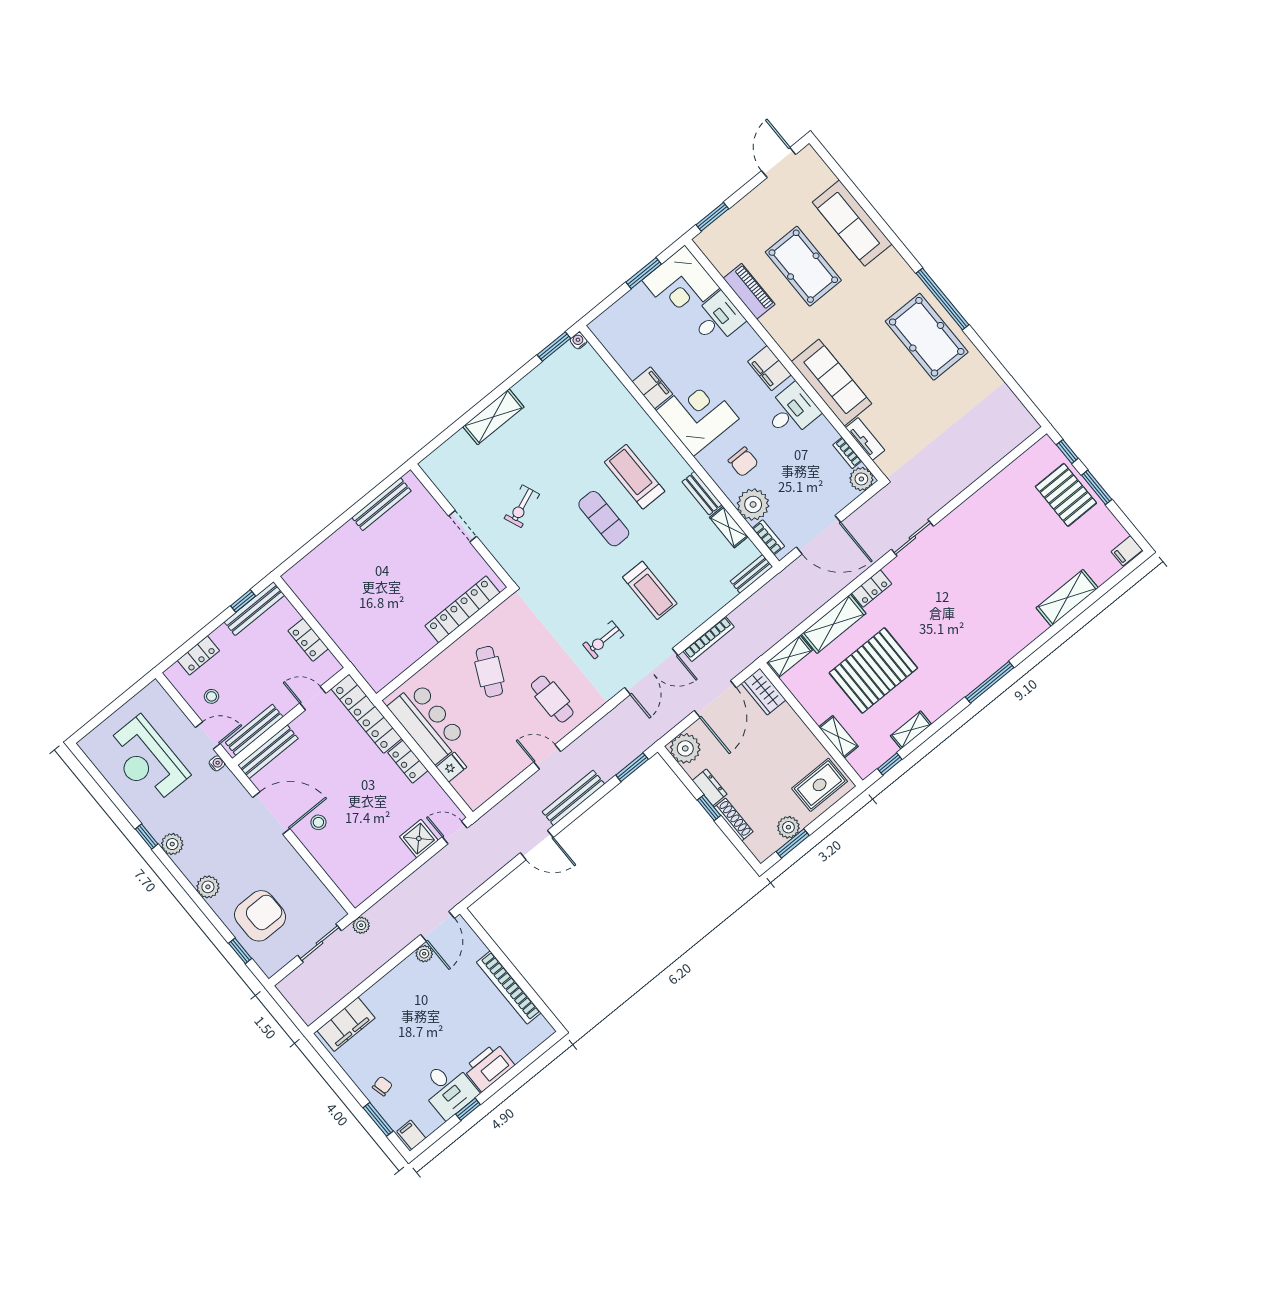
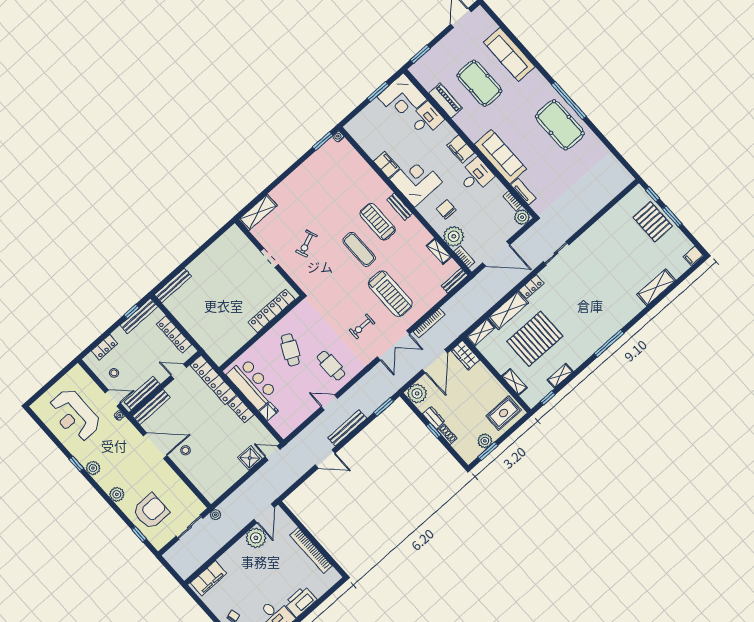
shelving: (493, 417) -> (258, 212), moved
chair: (743, 462) -> (446, 209), turned 180
bench: (702, 493) -> (400, 207), moved
bench: (382, 504) -> (173, 285), moved
treadmill: (650, 590) -> (390, 294), width x1.37, depth x1.38
locker: (308, 640) -> (174, 334), width x1.53
shoe rack: (734, 819) -> (447, 434), width x0.70
plant: (424, 954) -> (256, 538), width x1.88, depth x1.88

